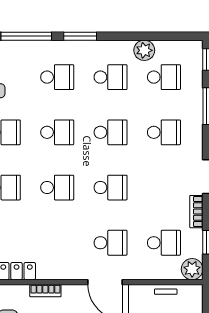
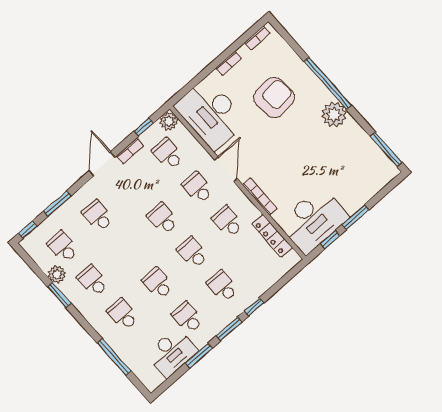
window: (80, 36) -> (59, 295), moved
school desk: (111, 132) -> (228, 222), moved
bookcase: (45, 291) -> (260, 197), width x1.56

